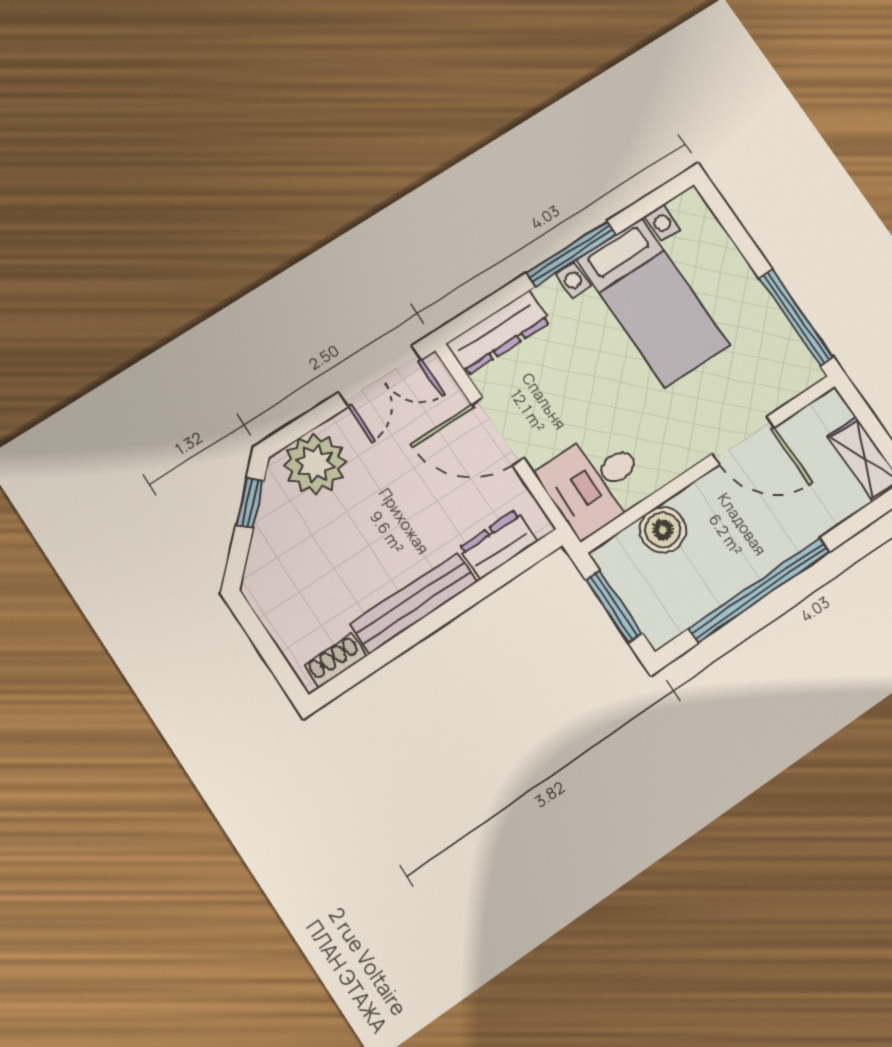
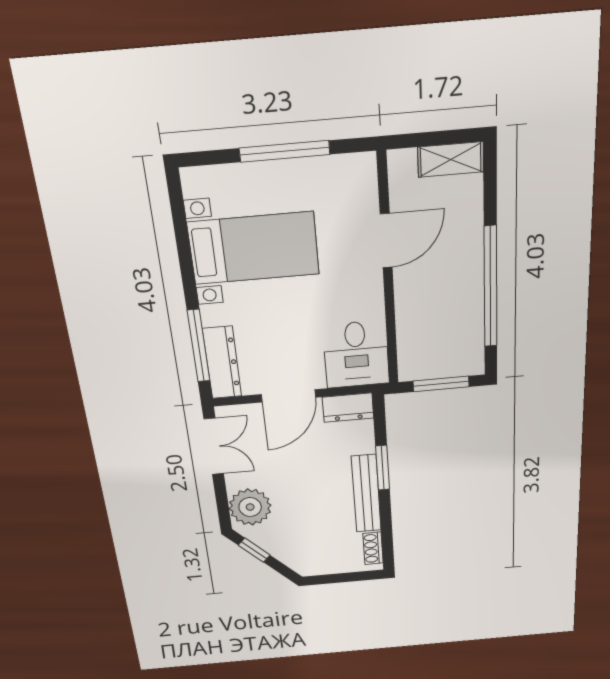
window: (571, 254) -> (199, 346), moved
window: (796, 318) -> (285, 151), moved
boiler: (663, 530) -> (413, 328), removed
dresser: (498, 545) -> (348, 408), moved, turned -90
window: (463, 602) -> (383, 468), added

